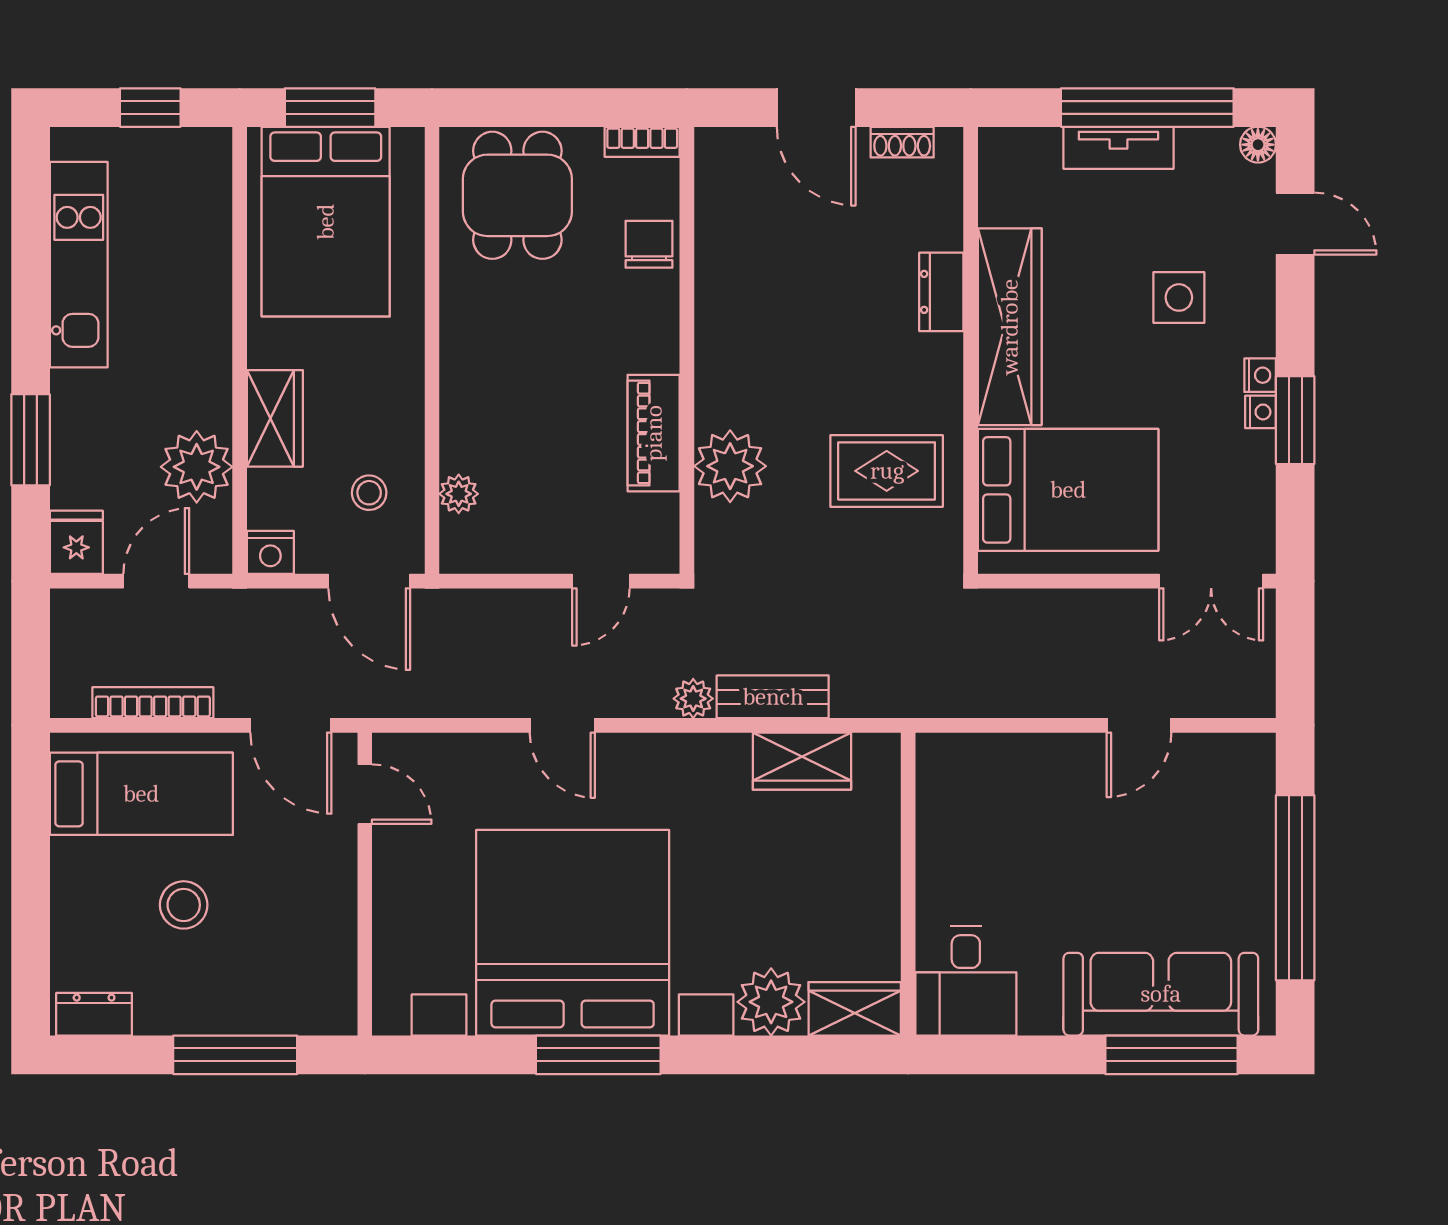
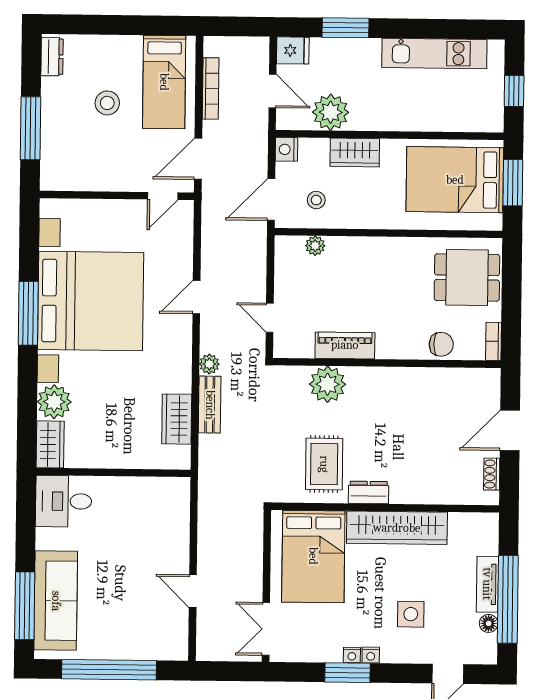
floor lamp: (1258, 145) -> (489, 623), moved
dresser: (941, 292) -> (369, 492), moved

